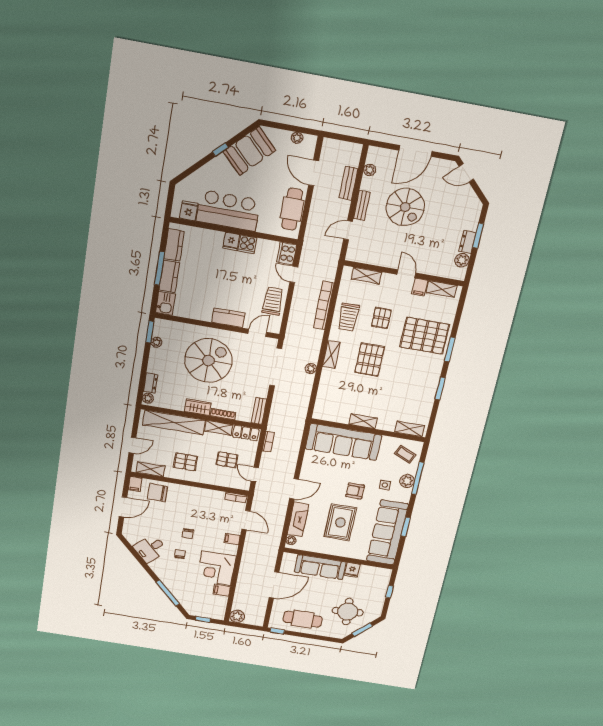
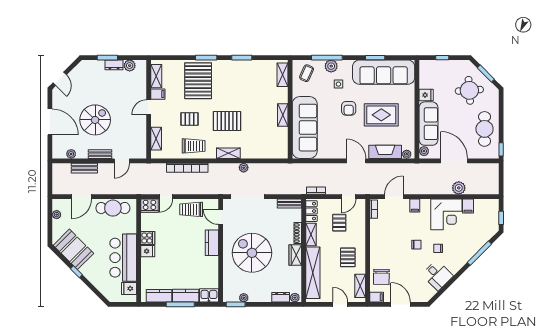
door: (348, 230) -> (122, 161), hinge flipped
plant: (291, 558) -> (424, 151), added
plant: (237, 616) -> (459, 188), moved

